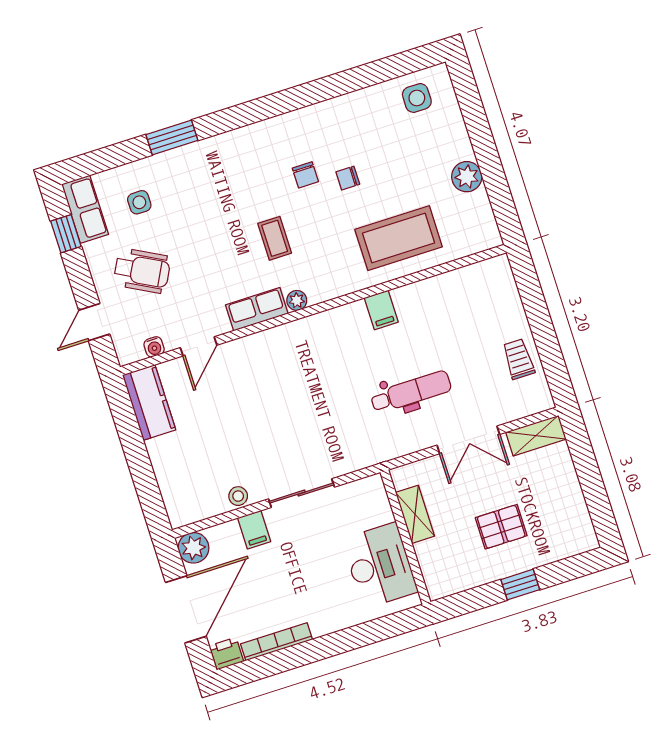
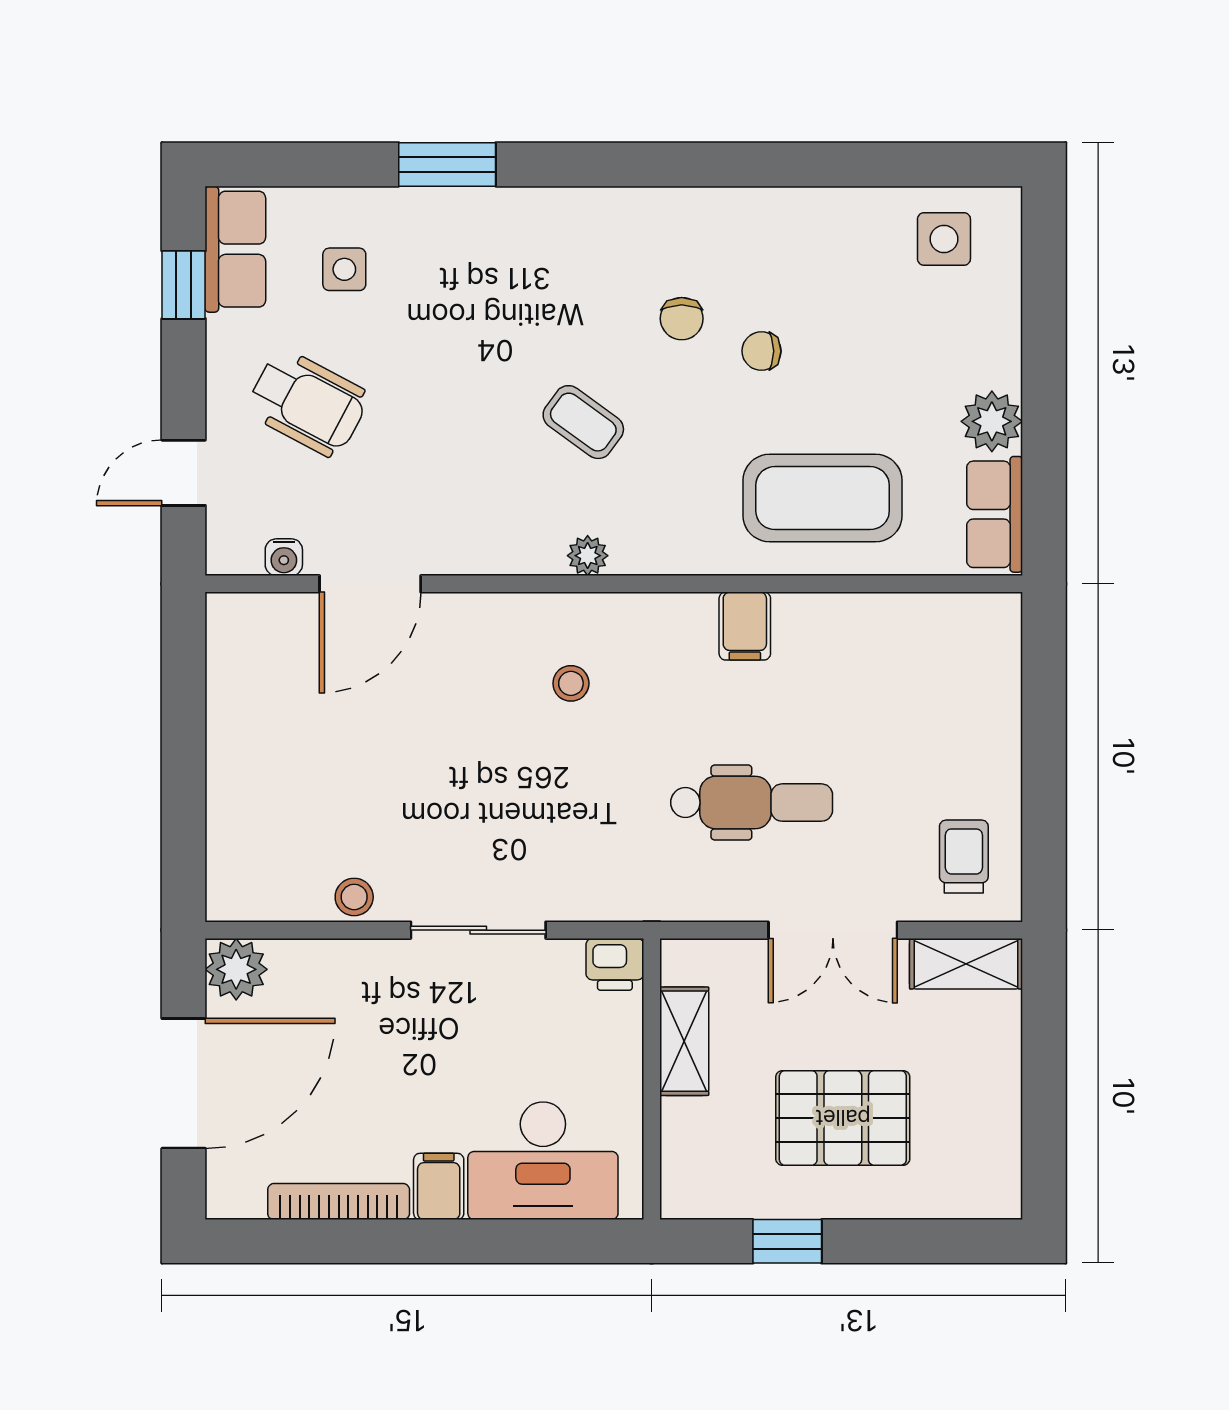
coffee table: (275, 238) -> (583, 422), turned -54
row of seats: (257, 309) -> (995, 514), moved, turned -90
door: (199, 346) -> (370, 584), width x1.38
trolley: (518, 359) -> (964, 857), moved
stool: (308, 363) -> (571, 683), added
kitchen counter: (149, 402) -> (240, 661), removed
pallet: (501, 527) -> (843, 1118), width x1.50, depth x1.42
filing cabinet: (254, 530) -> (439, 1186), moved, turned 180
desk: (380, 565) -> (543, 1161), moved, turned 90
window: (520, 585) -> (787, 1241), moved
printer: (226, 654) -> (615, 964), moved, turned 180

